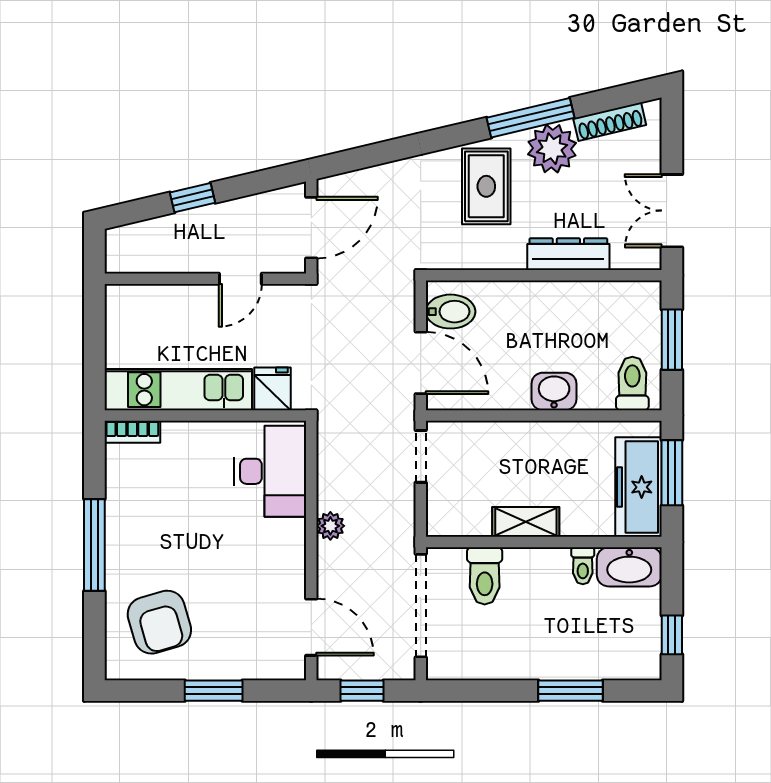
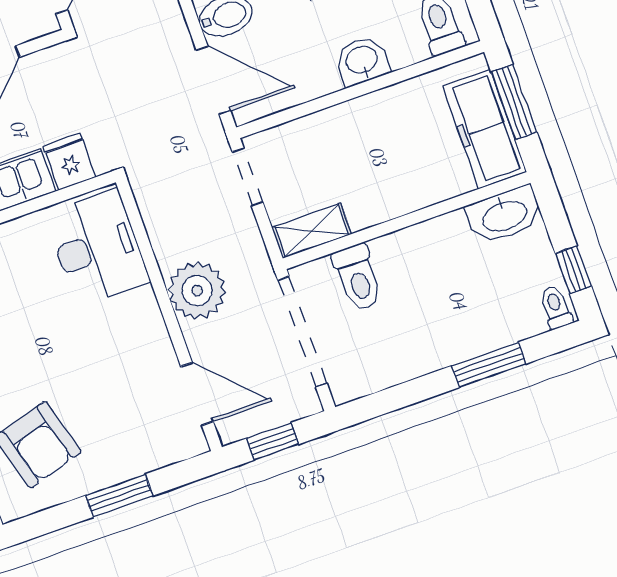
shelving: (526, 522) -> (312, 231), moved
plant: (330, 526) -> (197, 290), width x1.88, depth x1.88
toilet: (583, 566) -> (556, 307), moved, turned 180

